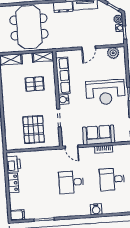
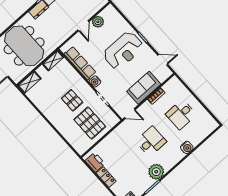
plant: (113, 53) -> (98, 22), moved
pallet: (35, 84) -> (72, 100), moved, turned 90
desk: (71, 182) -> (151, 141), turned 180
plant: (57, 210) -> (156, 172), added

